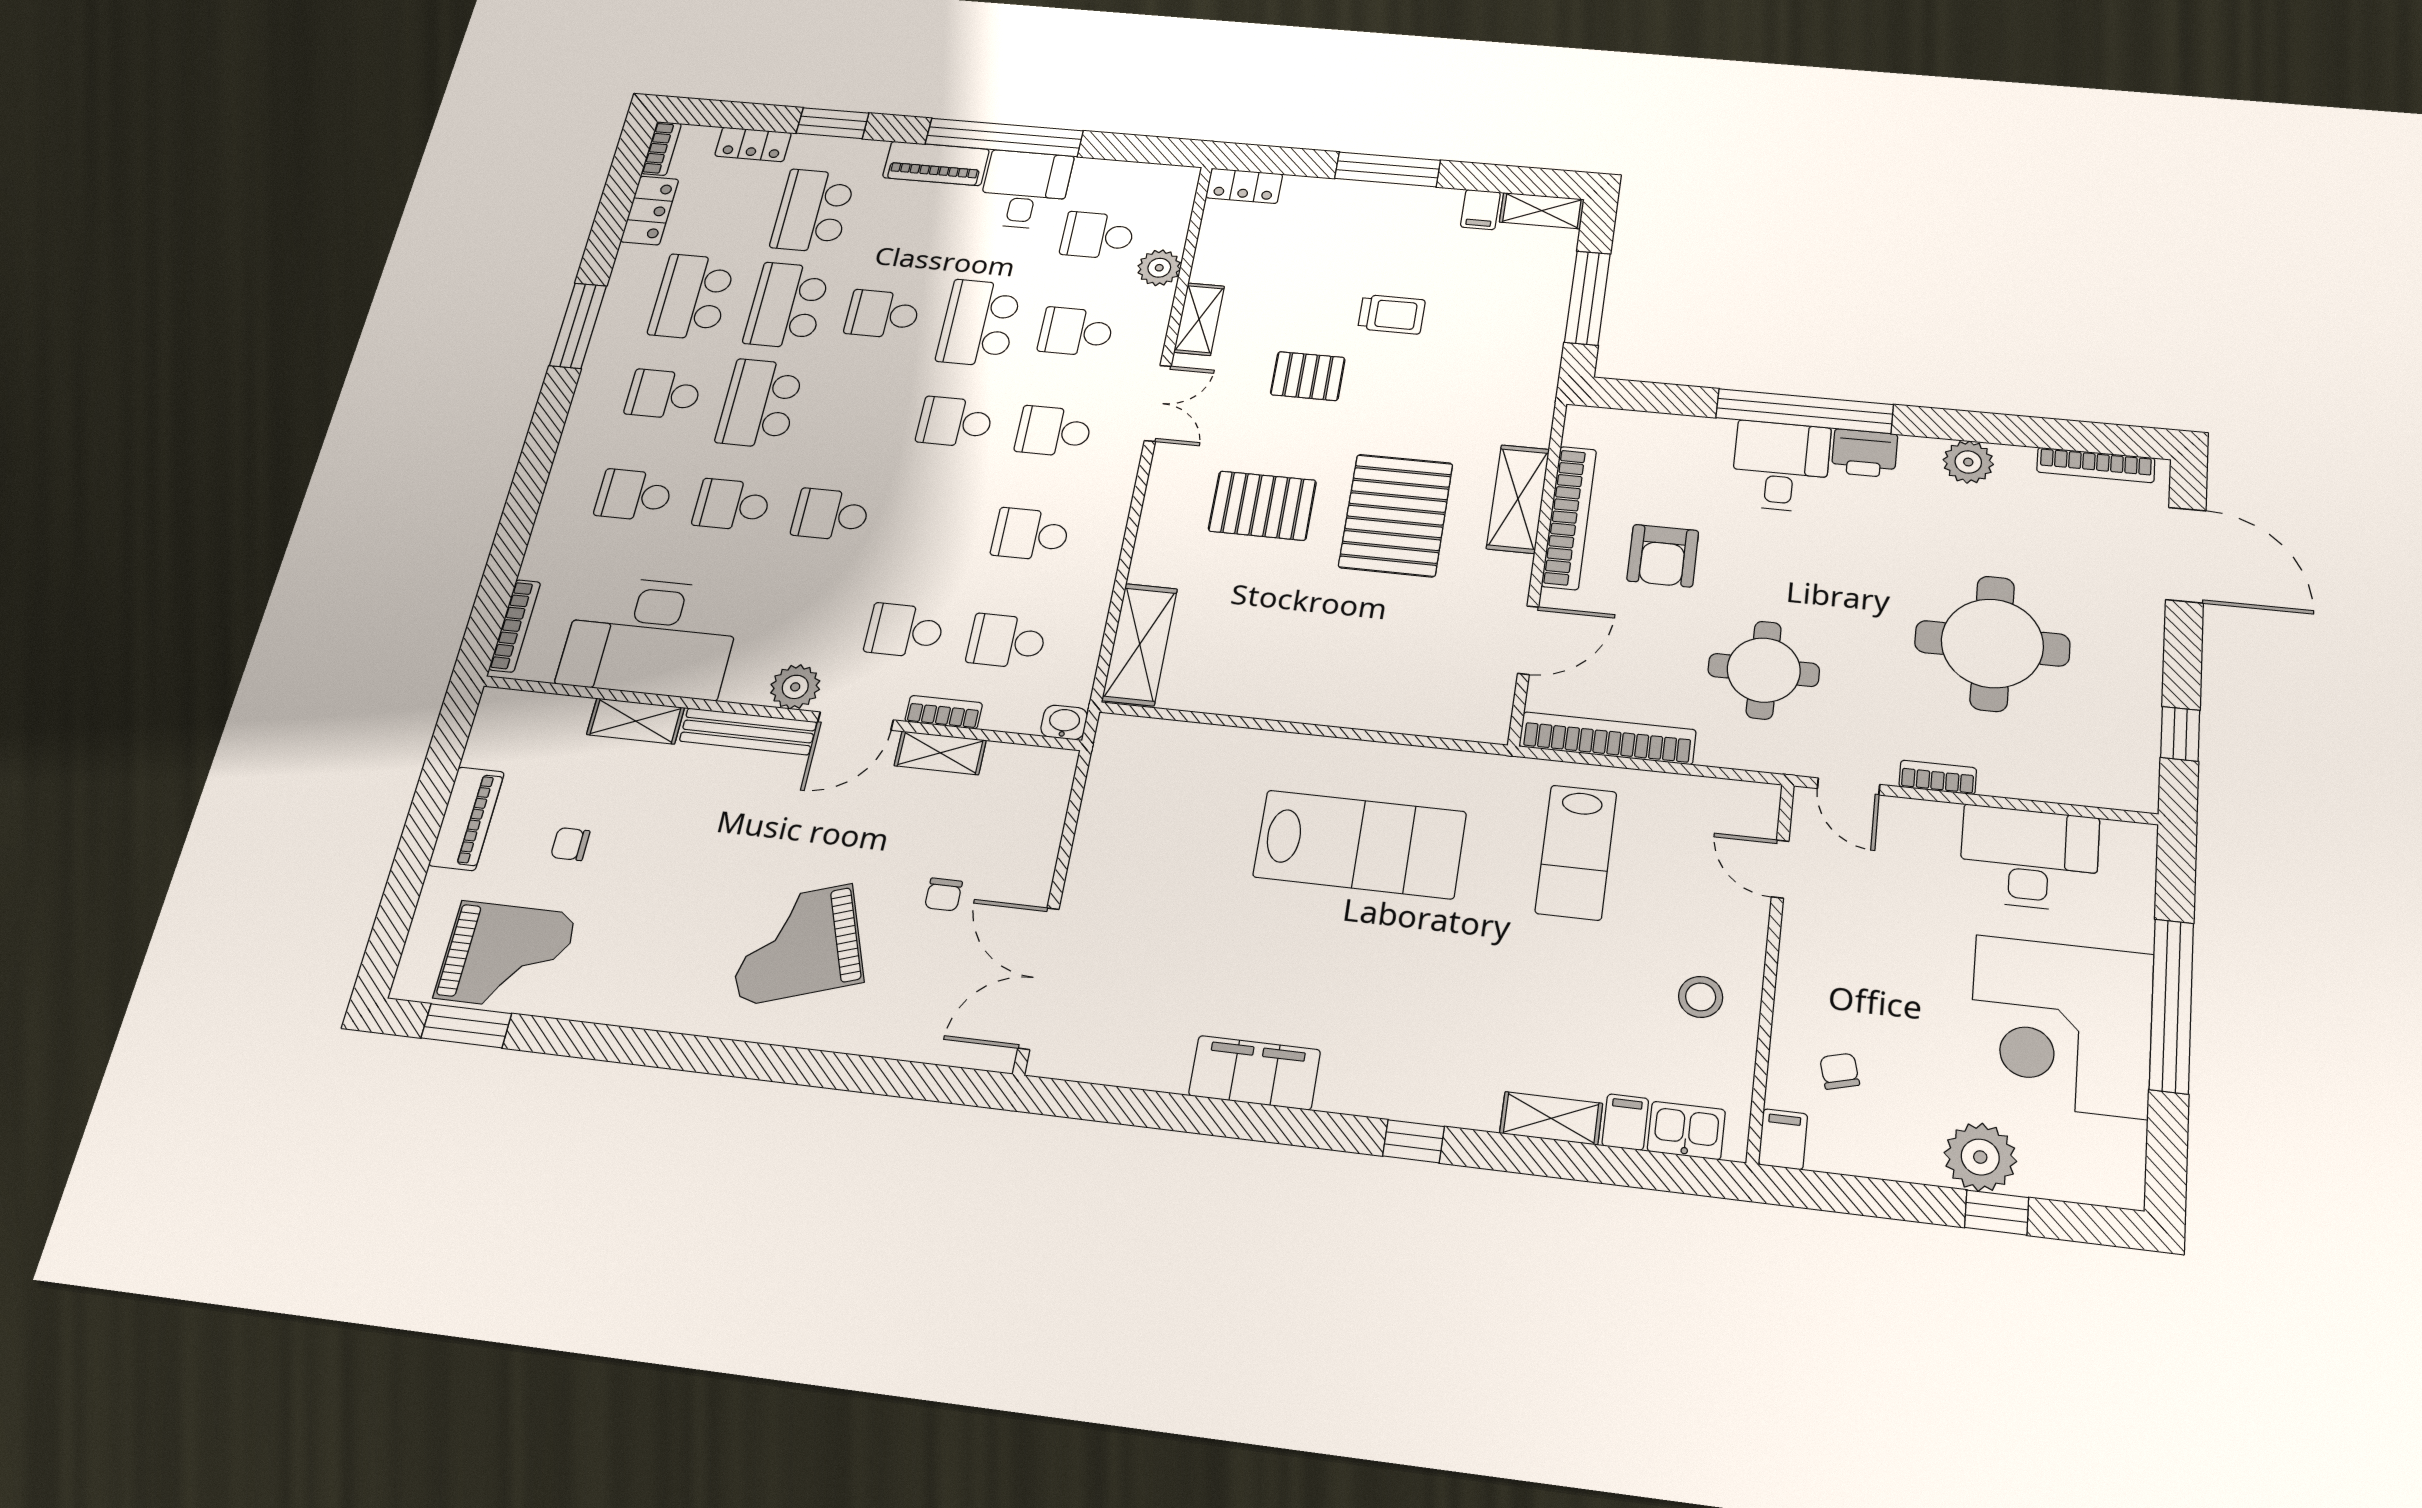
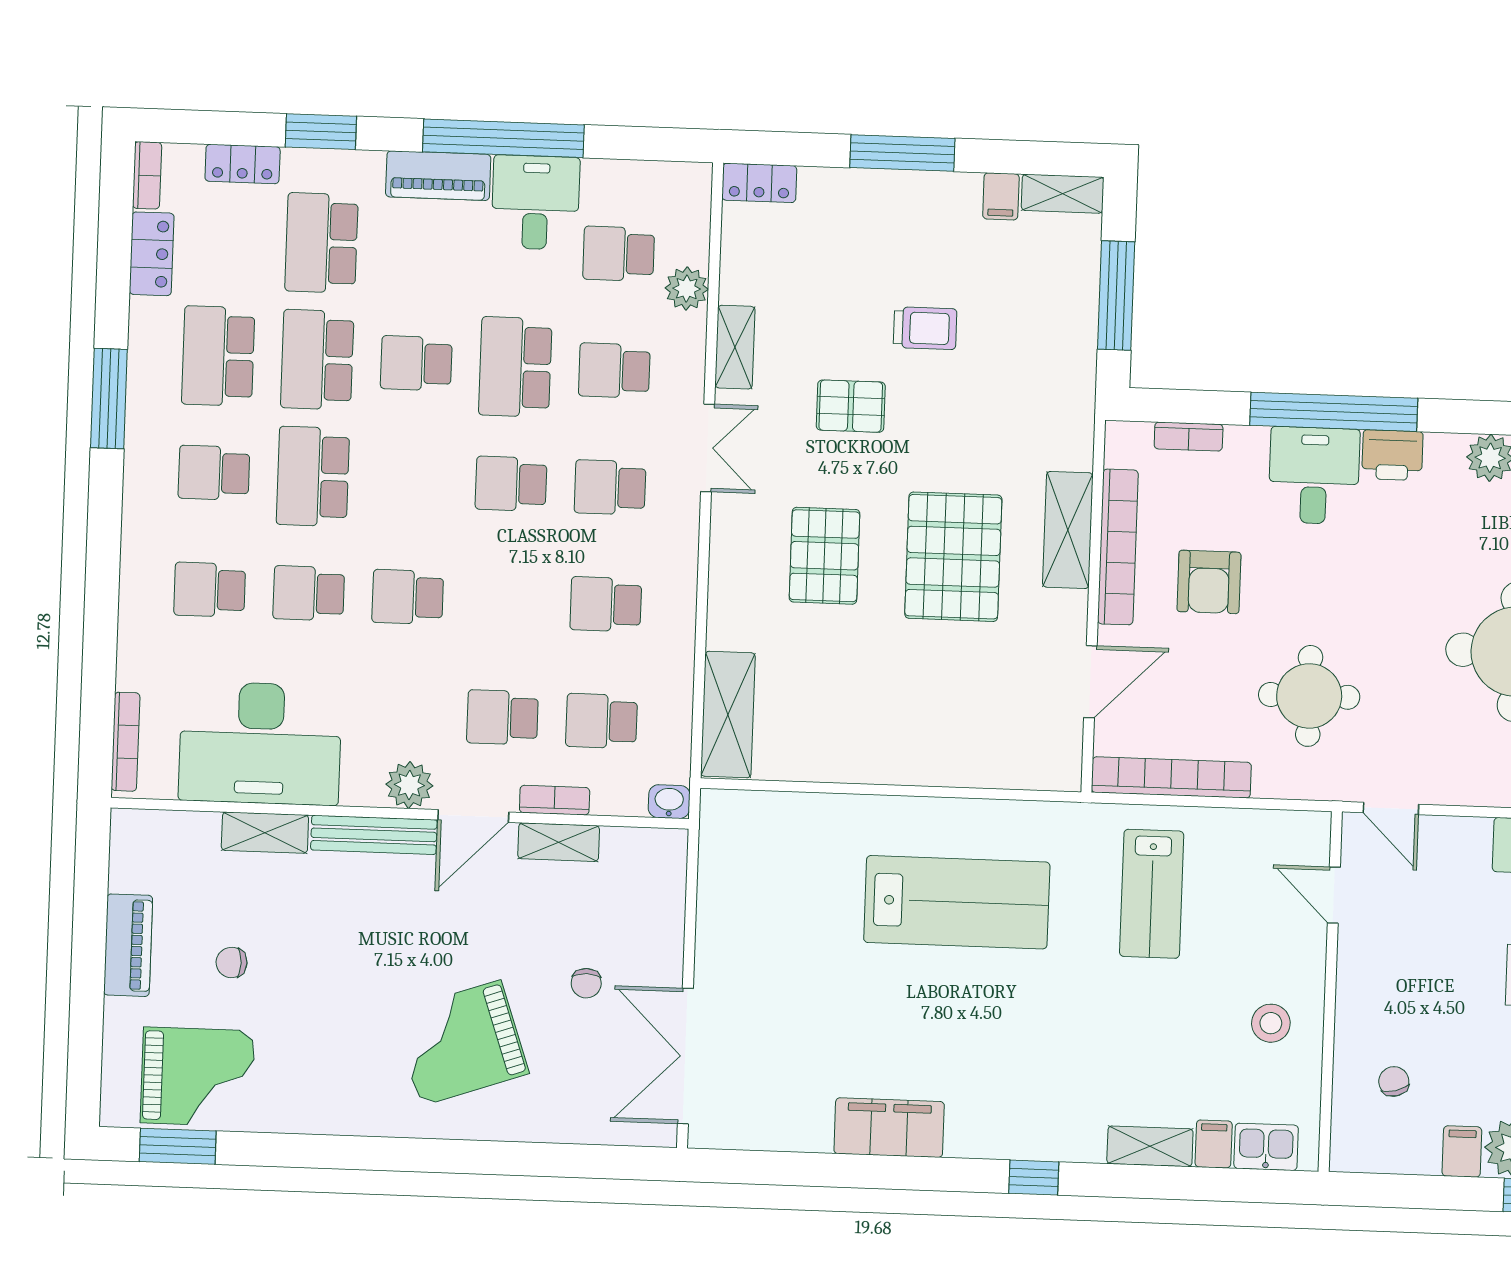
pallet: (1262, 506) -> (825, 556), turned 90
bookcase: (1938, 777) -> (1189, 437), moved, turned 180
filing cabinet: (1783, 1139) -> (1462, 1151), moved

